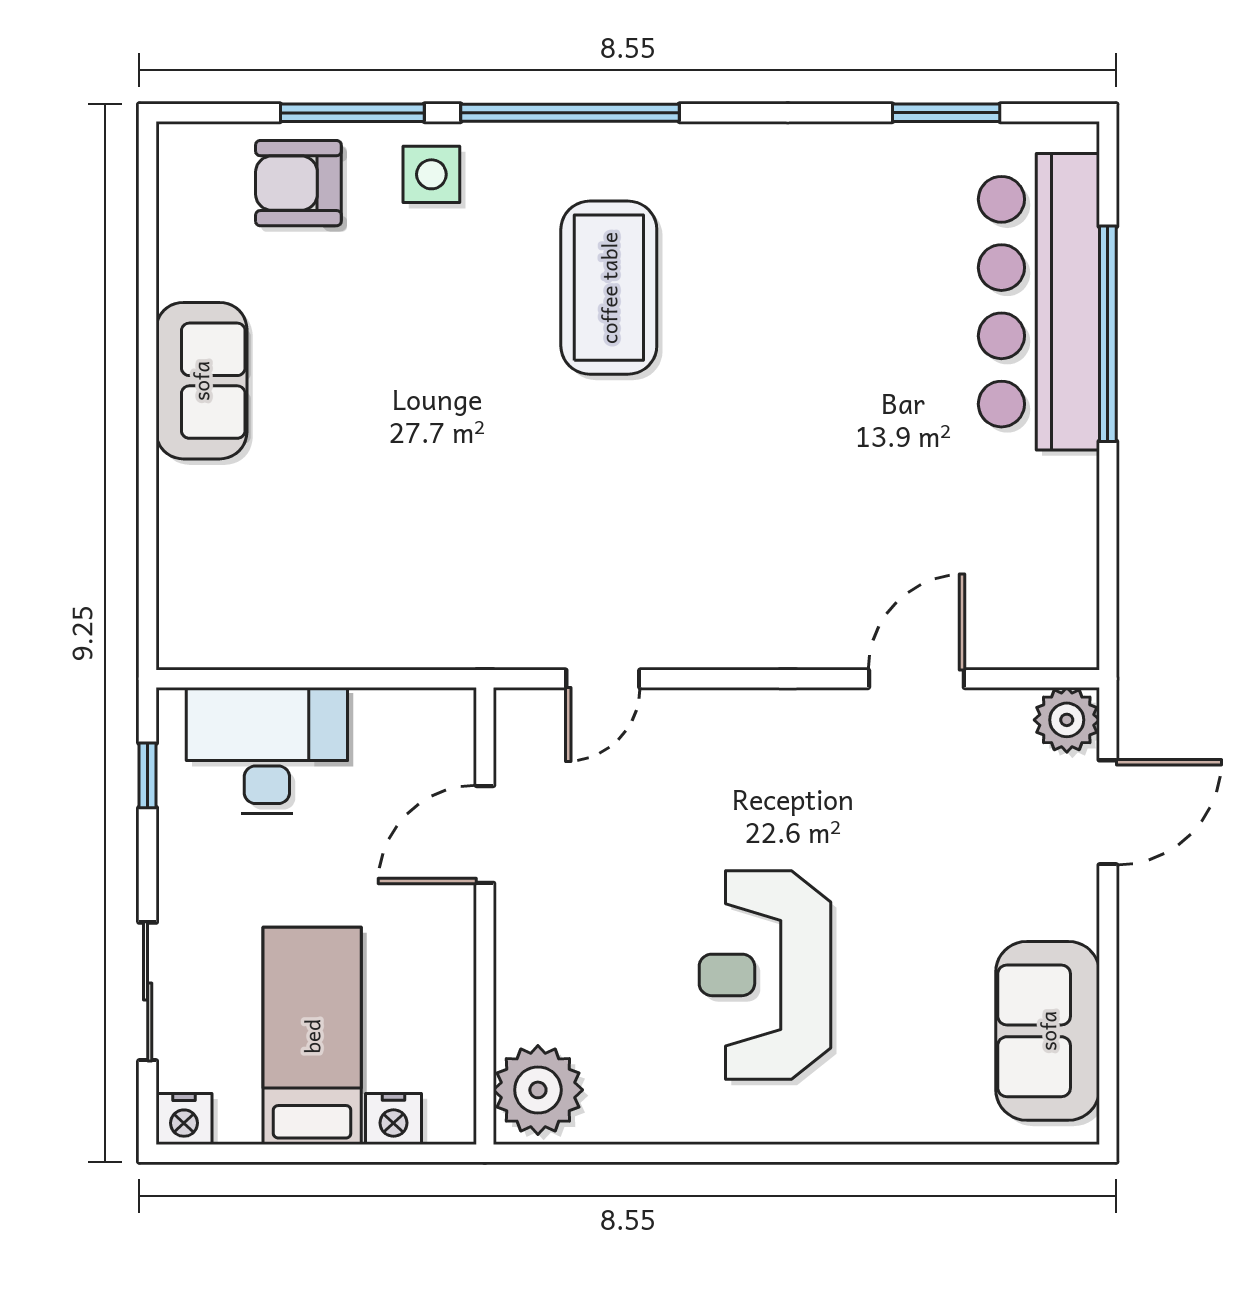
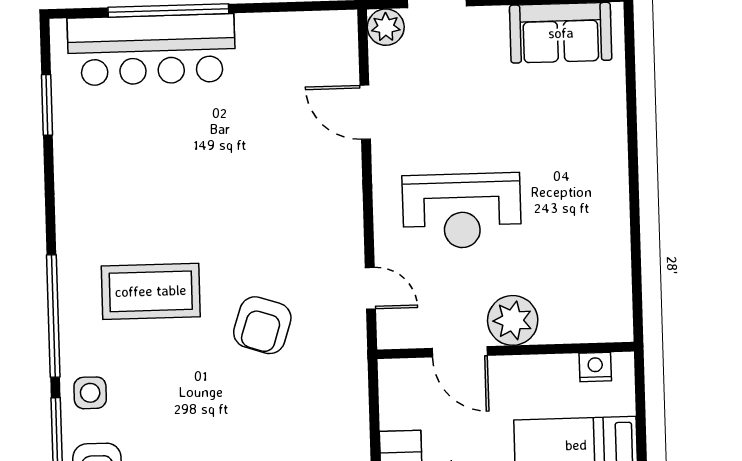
armchair: (543, 484) -> (262, 325), added
reception desk: (765, 975) -> (462, 211), moved
plant: (538, 1090) -> (513, 320), moved
nightstand: (393, 1119) -> (595, 367), moved, turned -90

